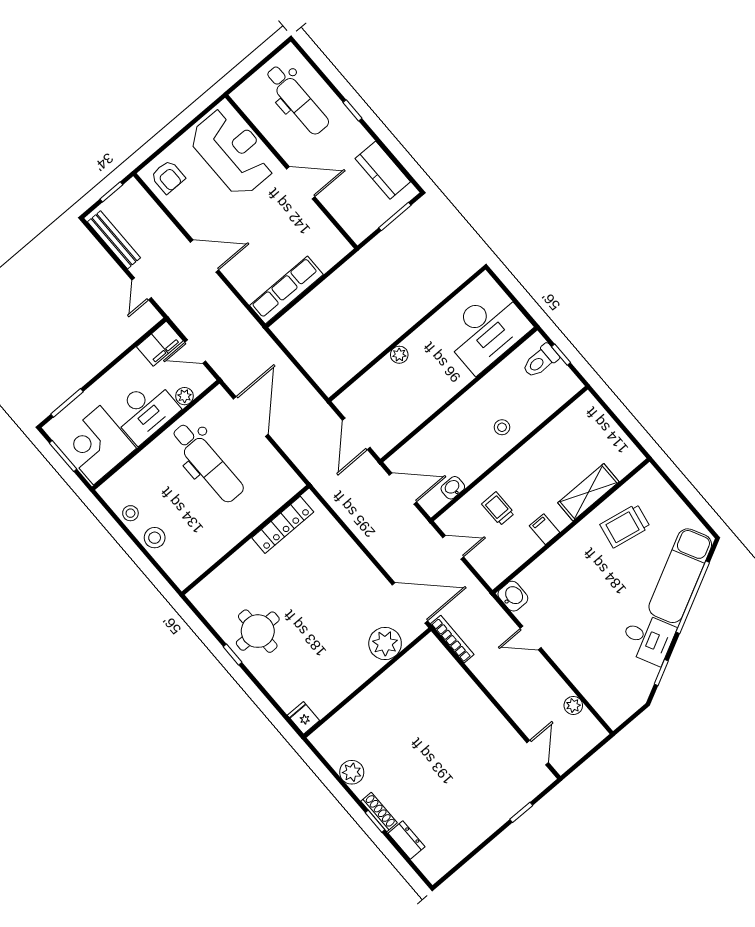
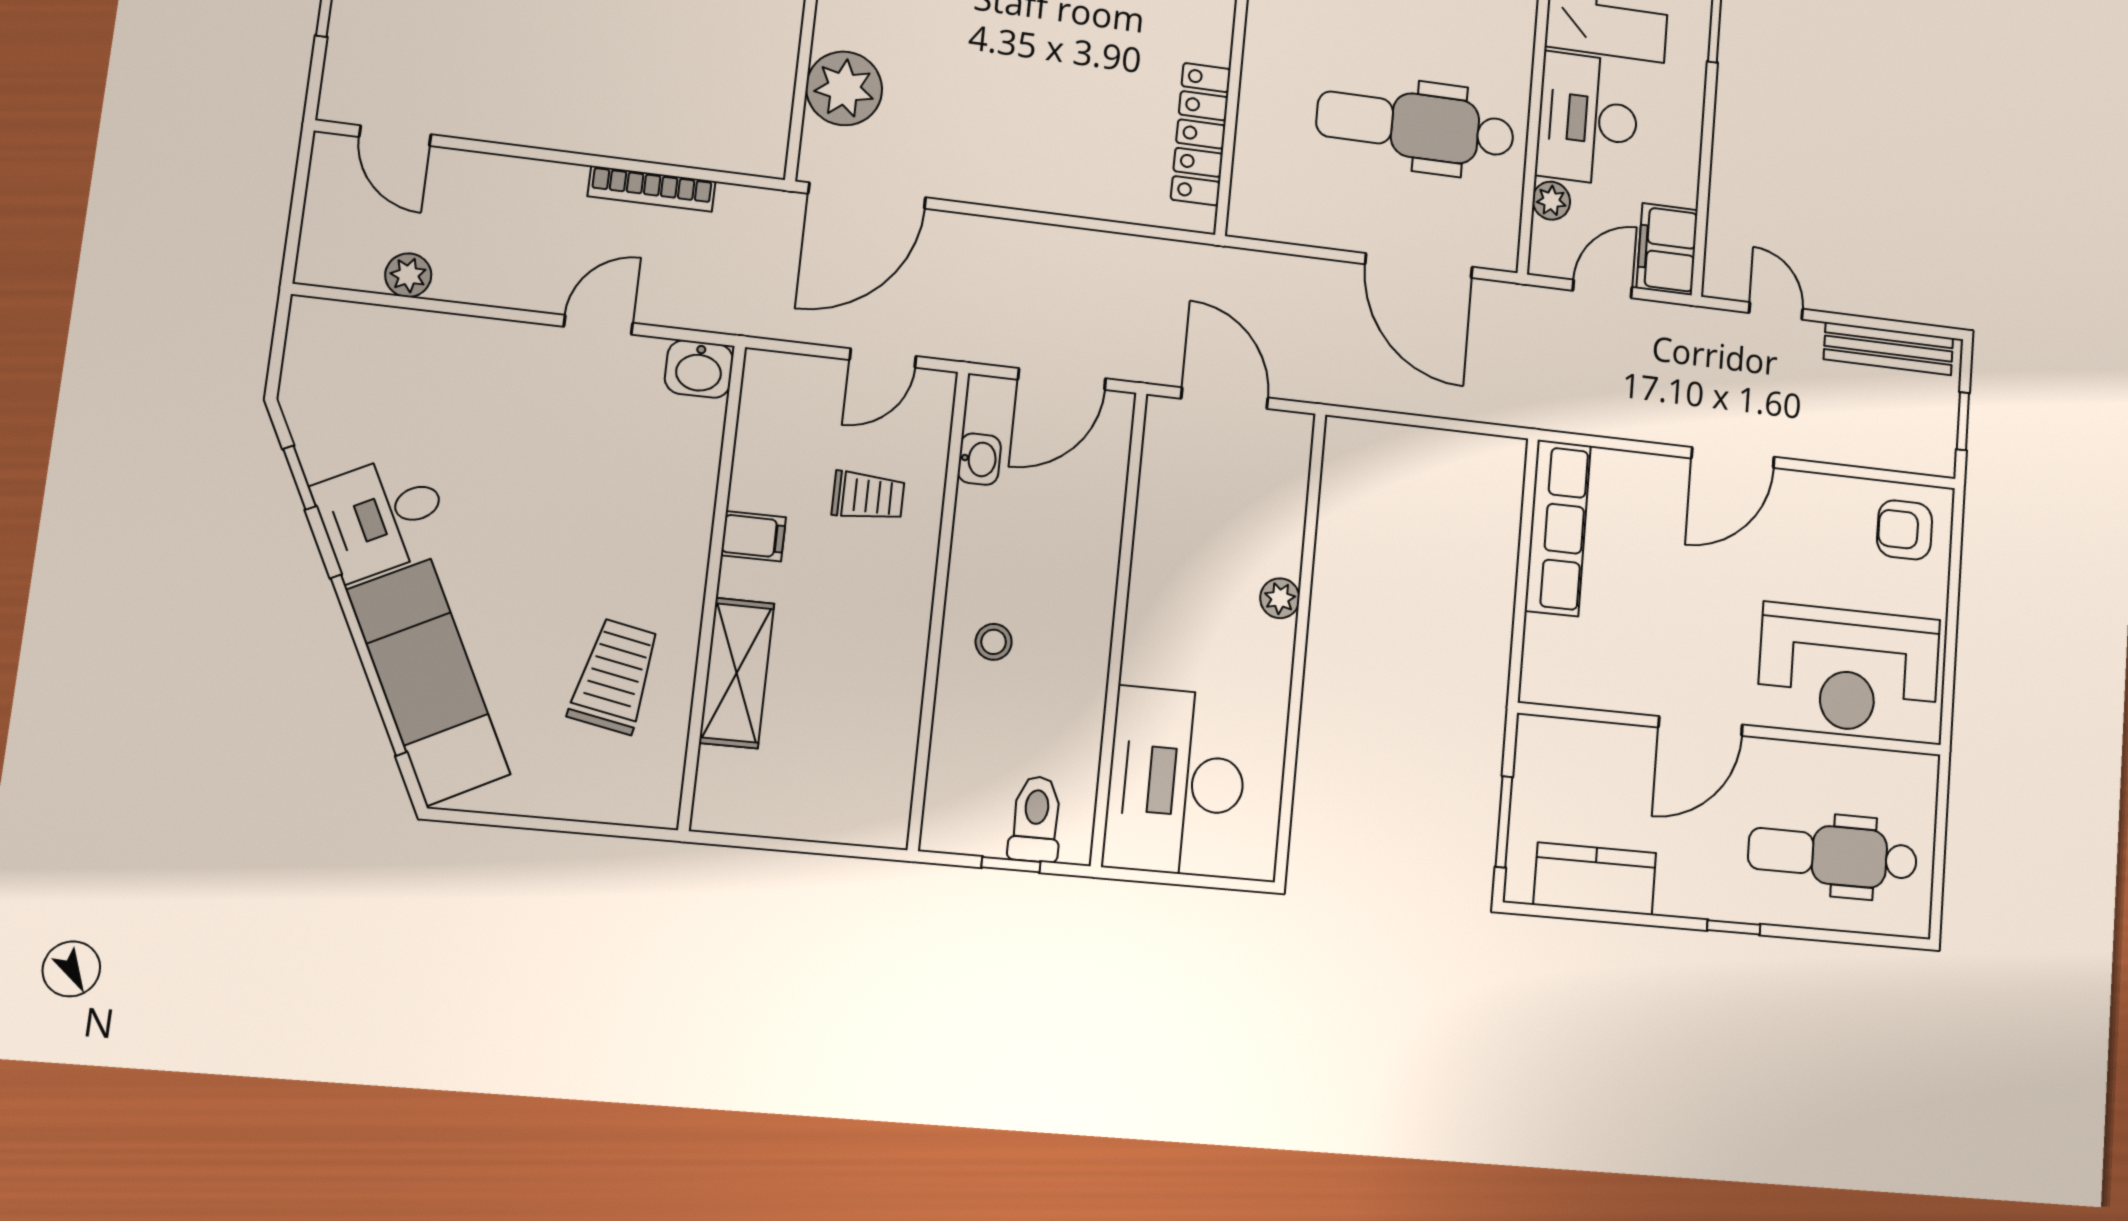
bookcase: (452, 639) -> (652, 189), moved

